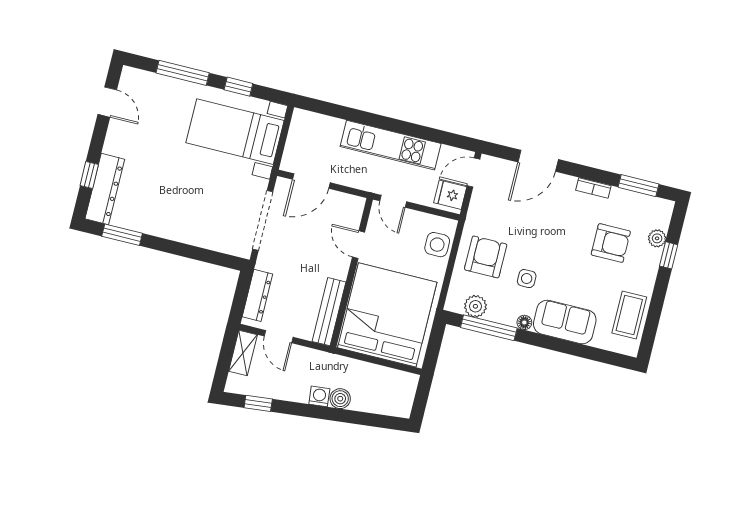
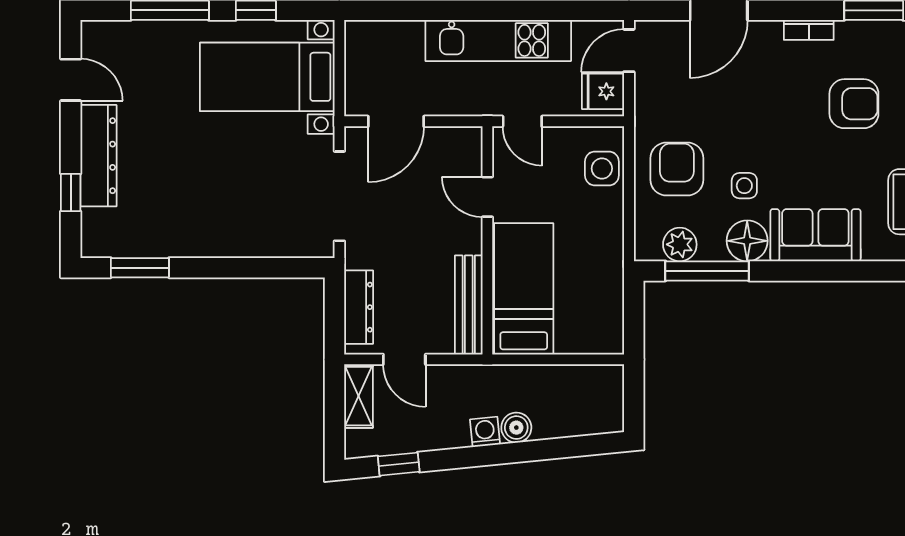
dresser: (105, 189) -> (98, 156), moved
bed: (387, 315) -> (524, 289), width x0.49
floor lamp: (524, 322) -> (747, 241), width x1.89, depth x1.89

